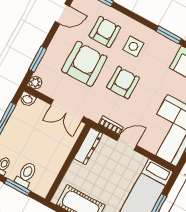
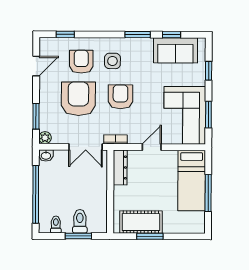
bookcase: (111, 126) -> (116, 139), moved

